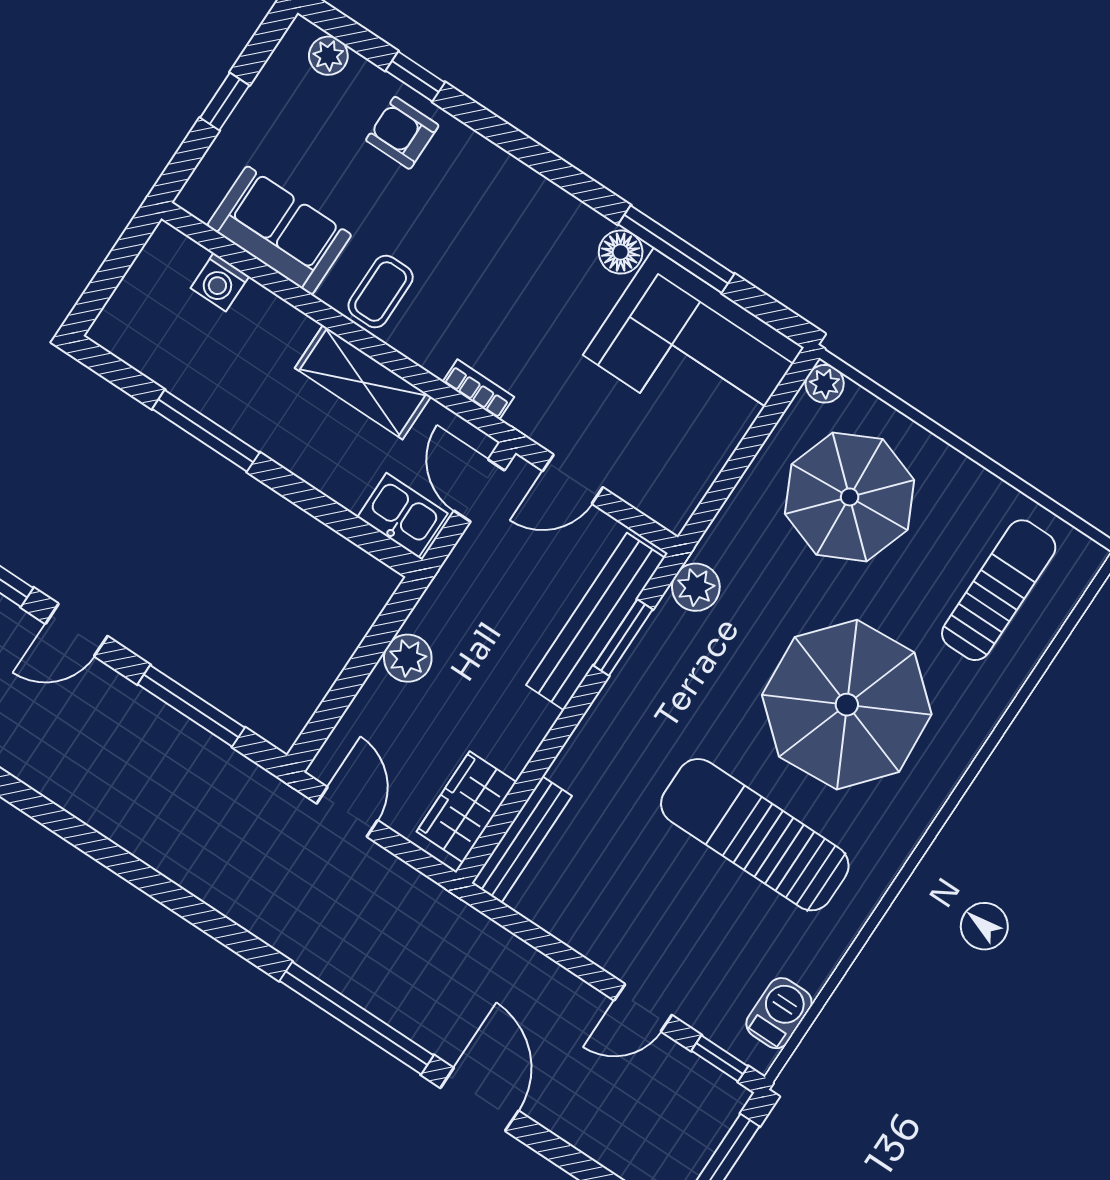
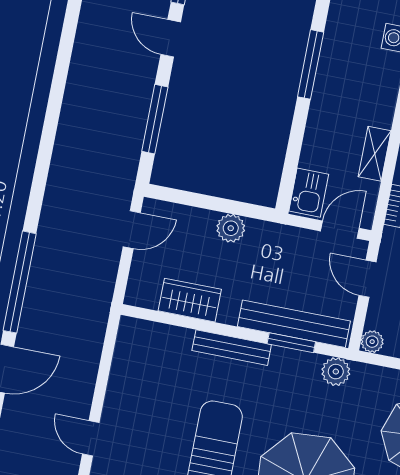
shelving: (363, 382) -> (375, 154), width x0.67, depth x0.75
plant: (673, 512) -> (372, 342), added
wardrobe: (466, 807) -> (190, 300), moved
bench: (522, 840) -> (232, 348), moved

